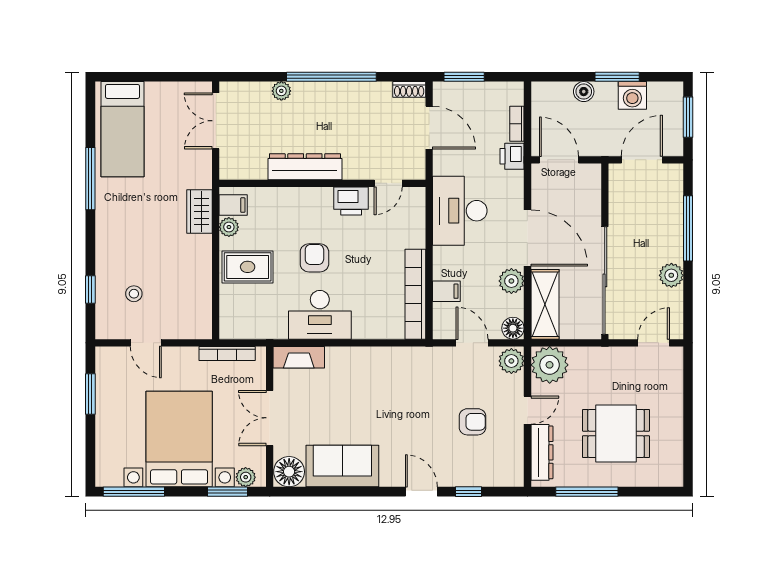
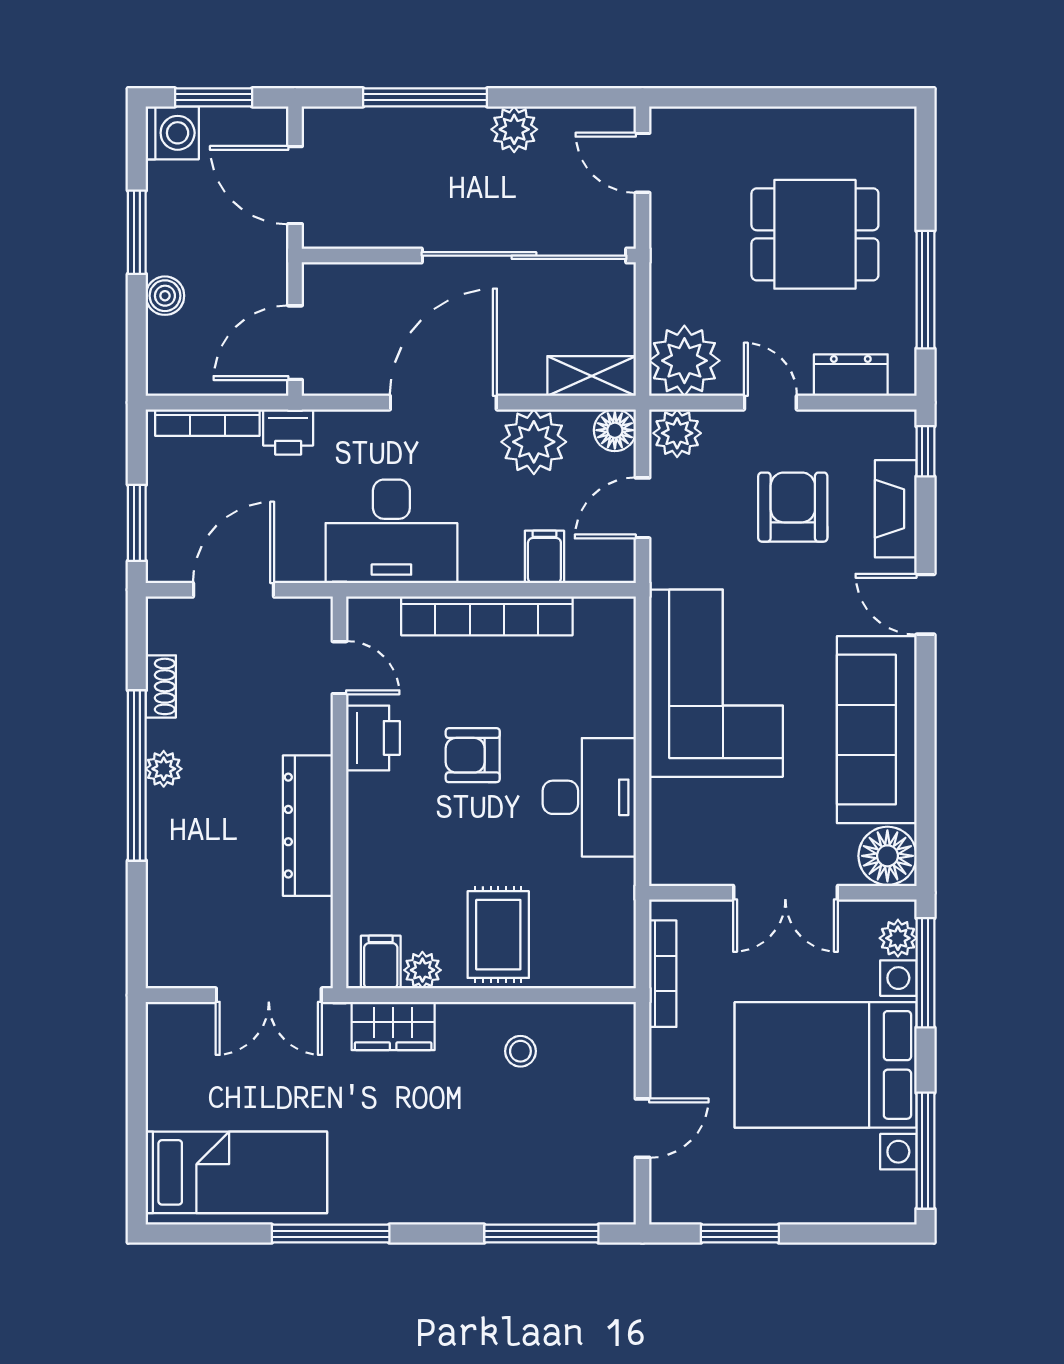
shoe rack: (409, 89) -> (161, 686), moved
plant: (281, 91) -> (164, 769), moved
washing machine: (632, 95) -> (172, 133), moved
double door: (216, 121) -> (269, 995), moved
bookcase: (517, 124) -> (207, 423), width x1.56
armchair: (314, 258) -> (473, 755), moved
plant: (511, 281) -> (534, 442), width x1.36, depth x1.36
window: (90, 290) -> (541, 1234), width x2.17
stool: (134, 294) -> (520, 1051), moved
bookcase: (415, 294) -> (487, 616), moved
shelving: (545, 304) -> (592, 376), width x0.67, depth x0.75
fireplace: (299, 357) -> (896, 509), moved, turned 180
corner sofa: (380, 381) -> (716, 683), added
armchair: (472, 422) -> (793, 507), width x1.38, depth x1.38
dining table: (616, 433) -> (815, 234), turned 90
dresser: (542, 452) -> (851, 375), width x0.70
sofa: (342, 466) -> (877, 730), width x1.36
window: (228, 492) -> (925, 973), width x1.44
door: (421, 492) -> (925, 604), hinge flipped
window: (469, 492) -> (925, 451), moved

